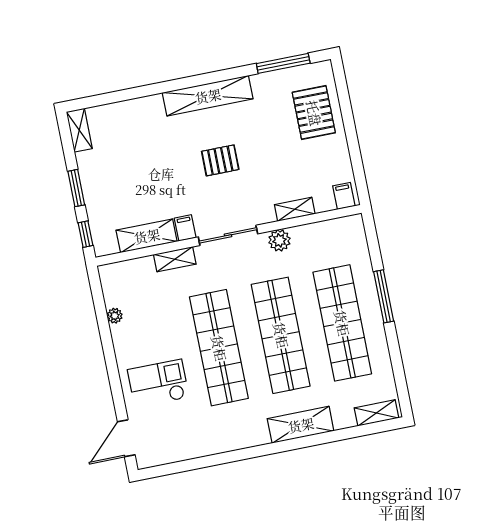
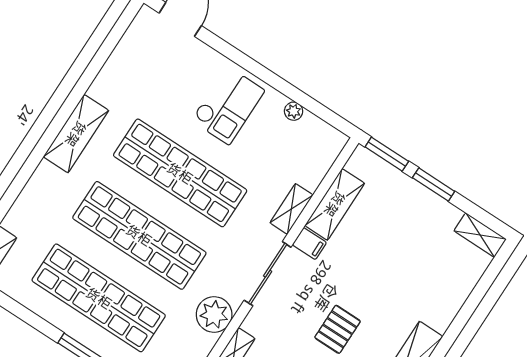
window: (85, 234) -> (387, 154), width x1.50
plant: (279, 240) -> (214, 314), width x1.36, depth x1.36
checkout: (158, 384) -> (228, 105), moved
shelving: (301, 425) -> (76, 134), moved

